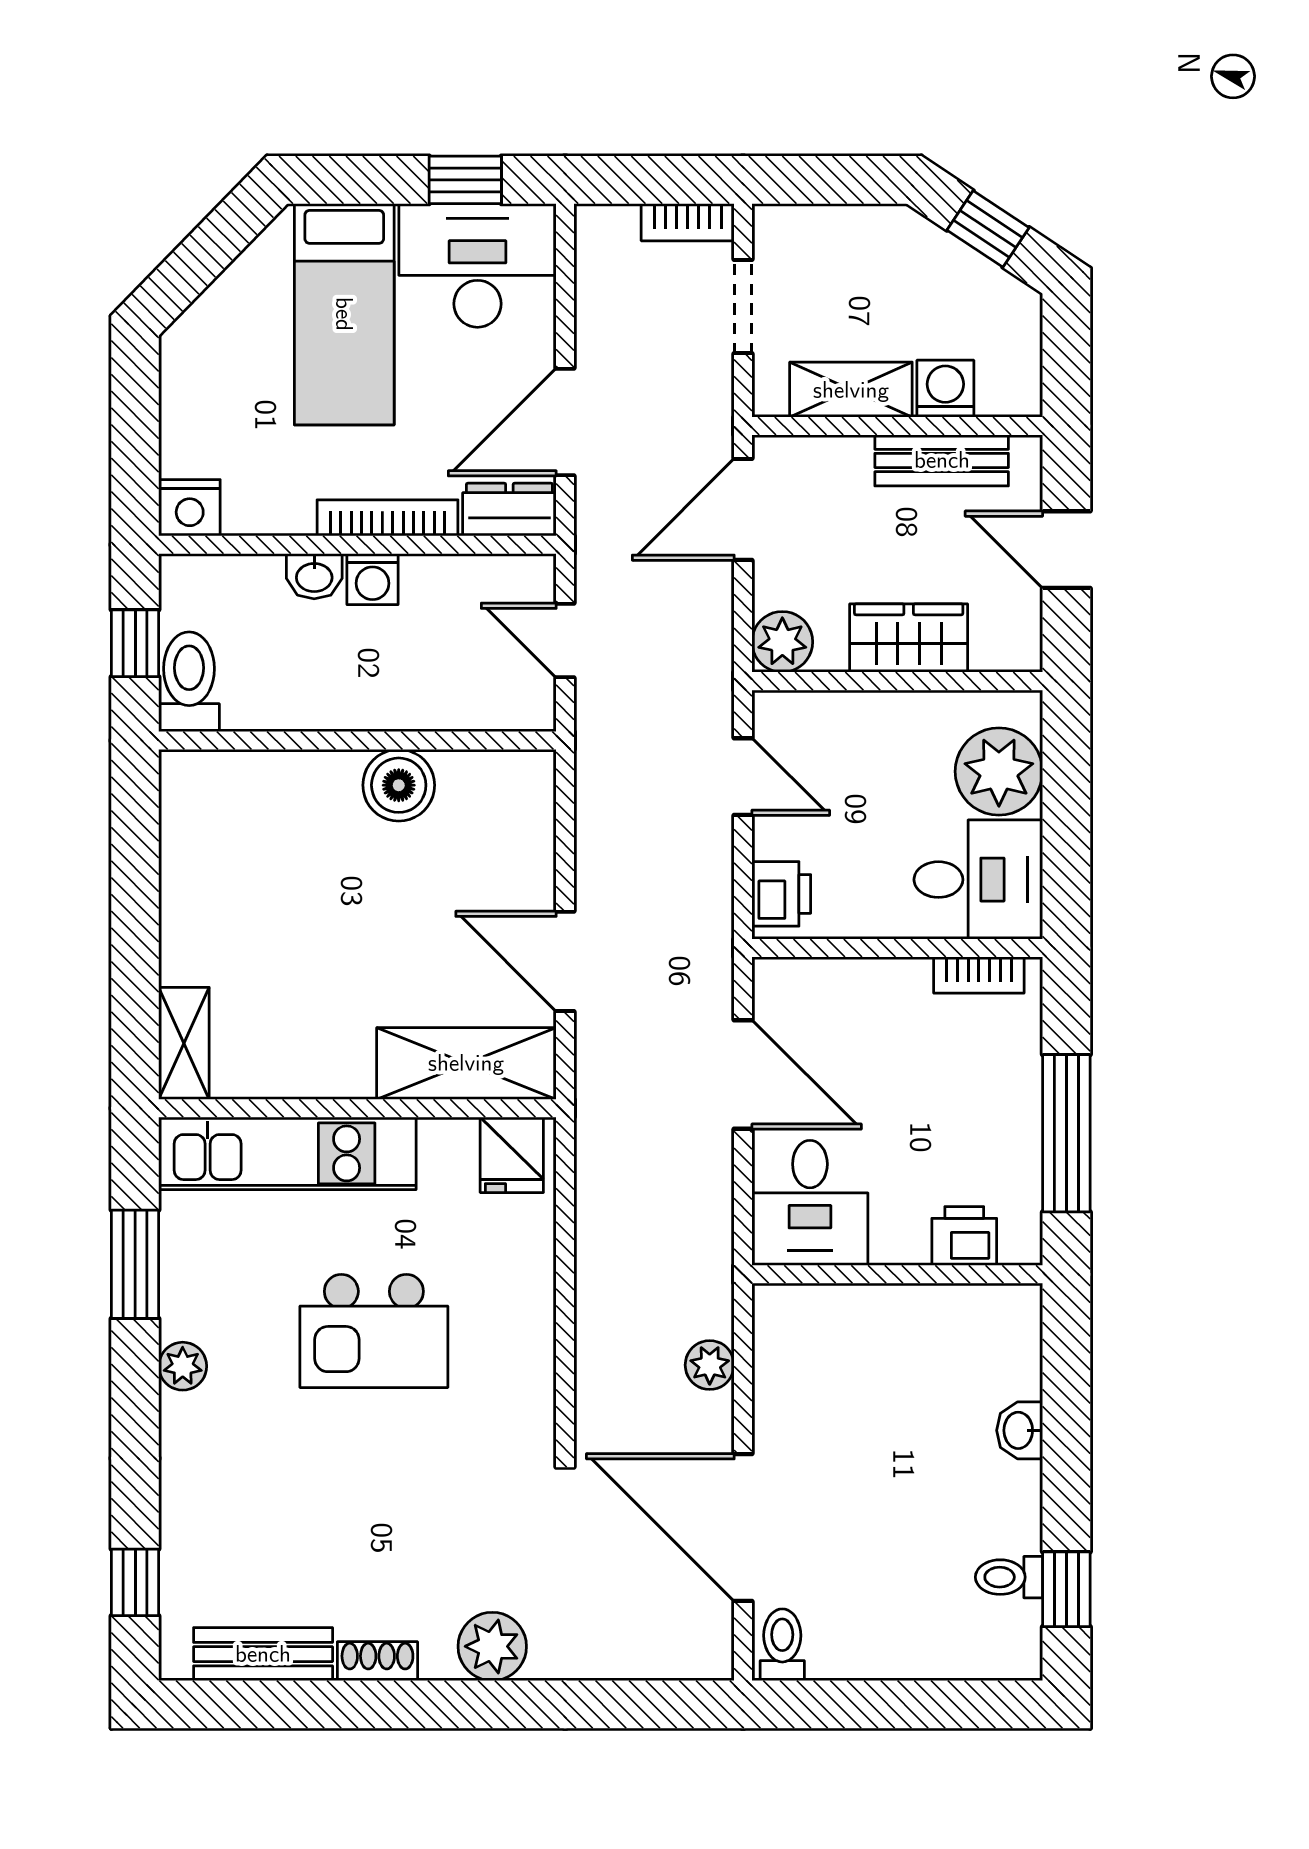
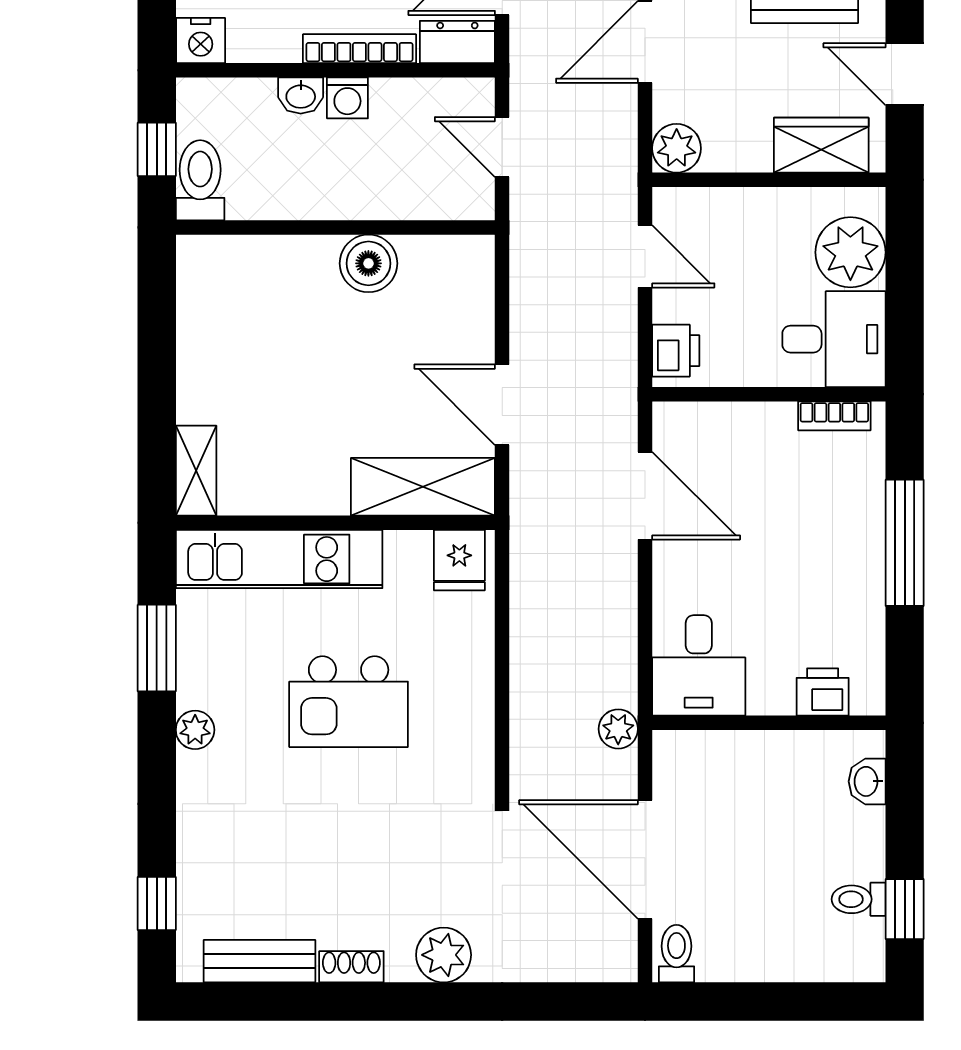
wardrobe: (909, 638) -> (821, 145), moved
desk: (810, 1203) -> (699, 665), moved
printer: (964, 1236) -> (823, 692), moved
wall: (897, 1274) -> (769, 723), moved

